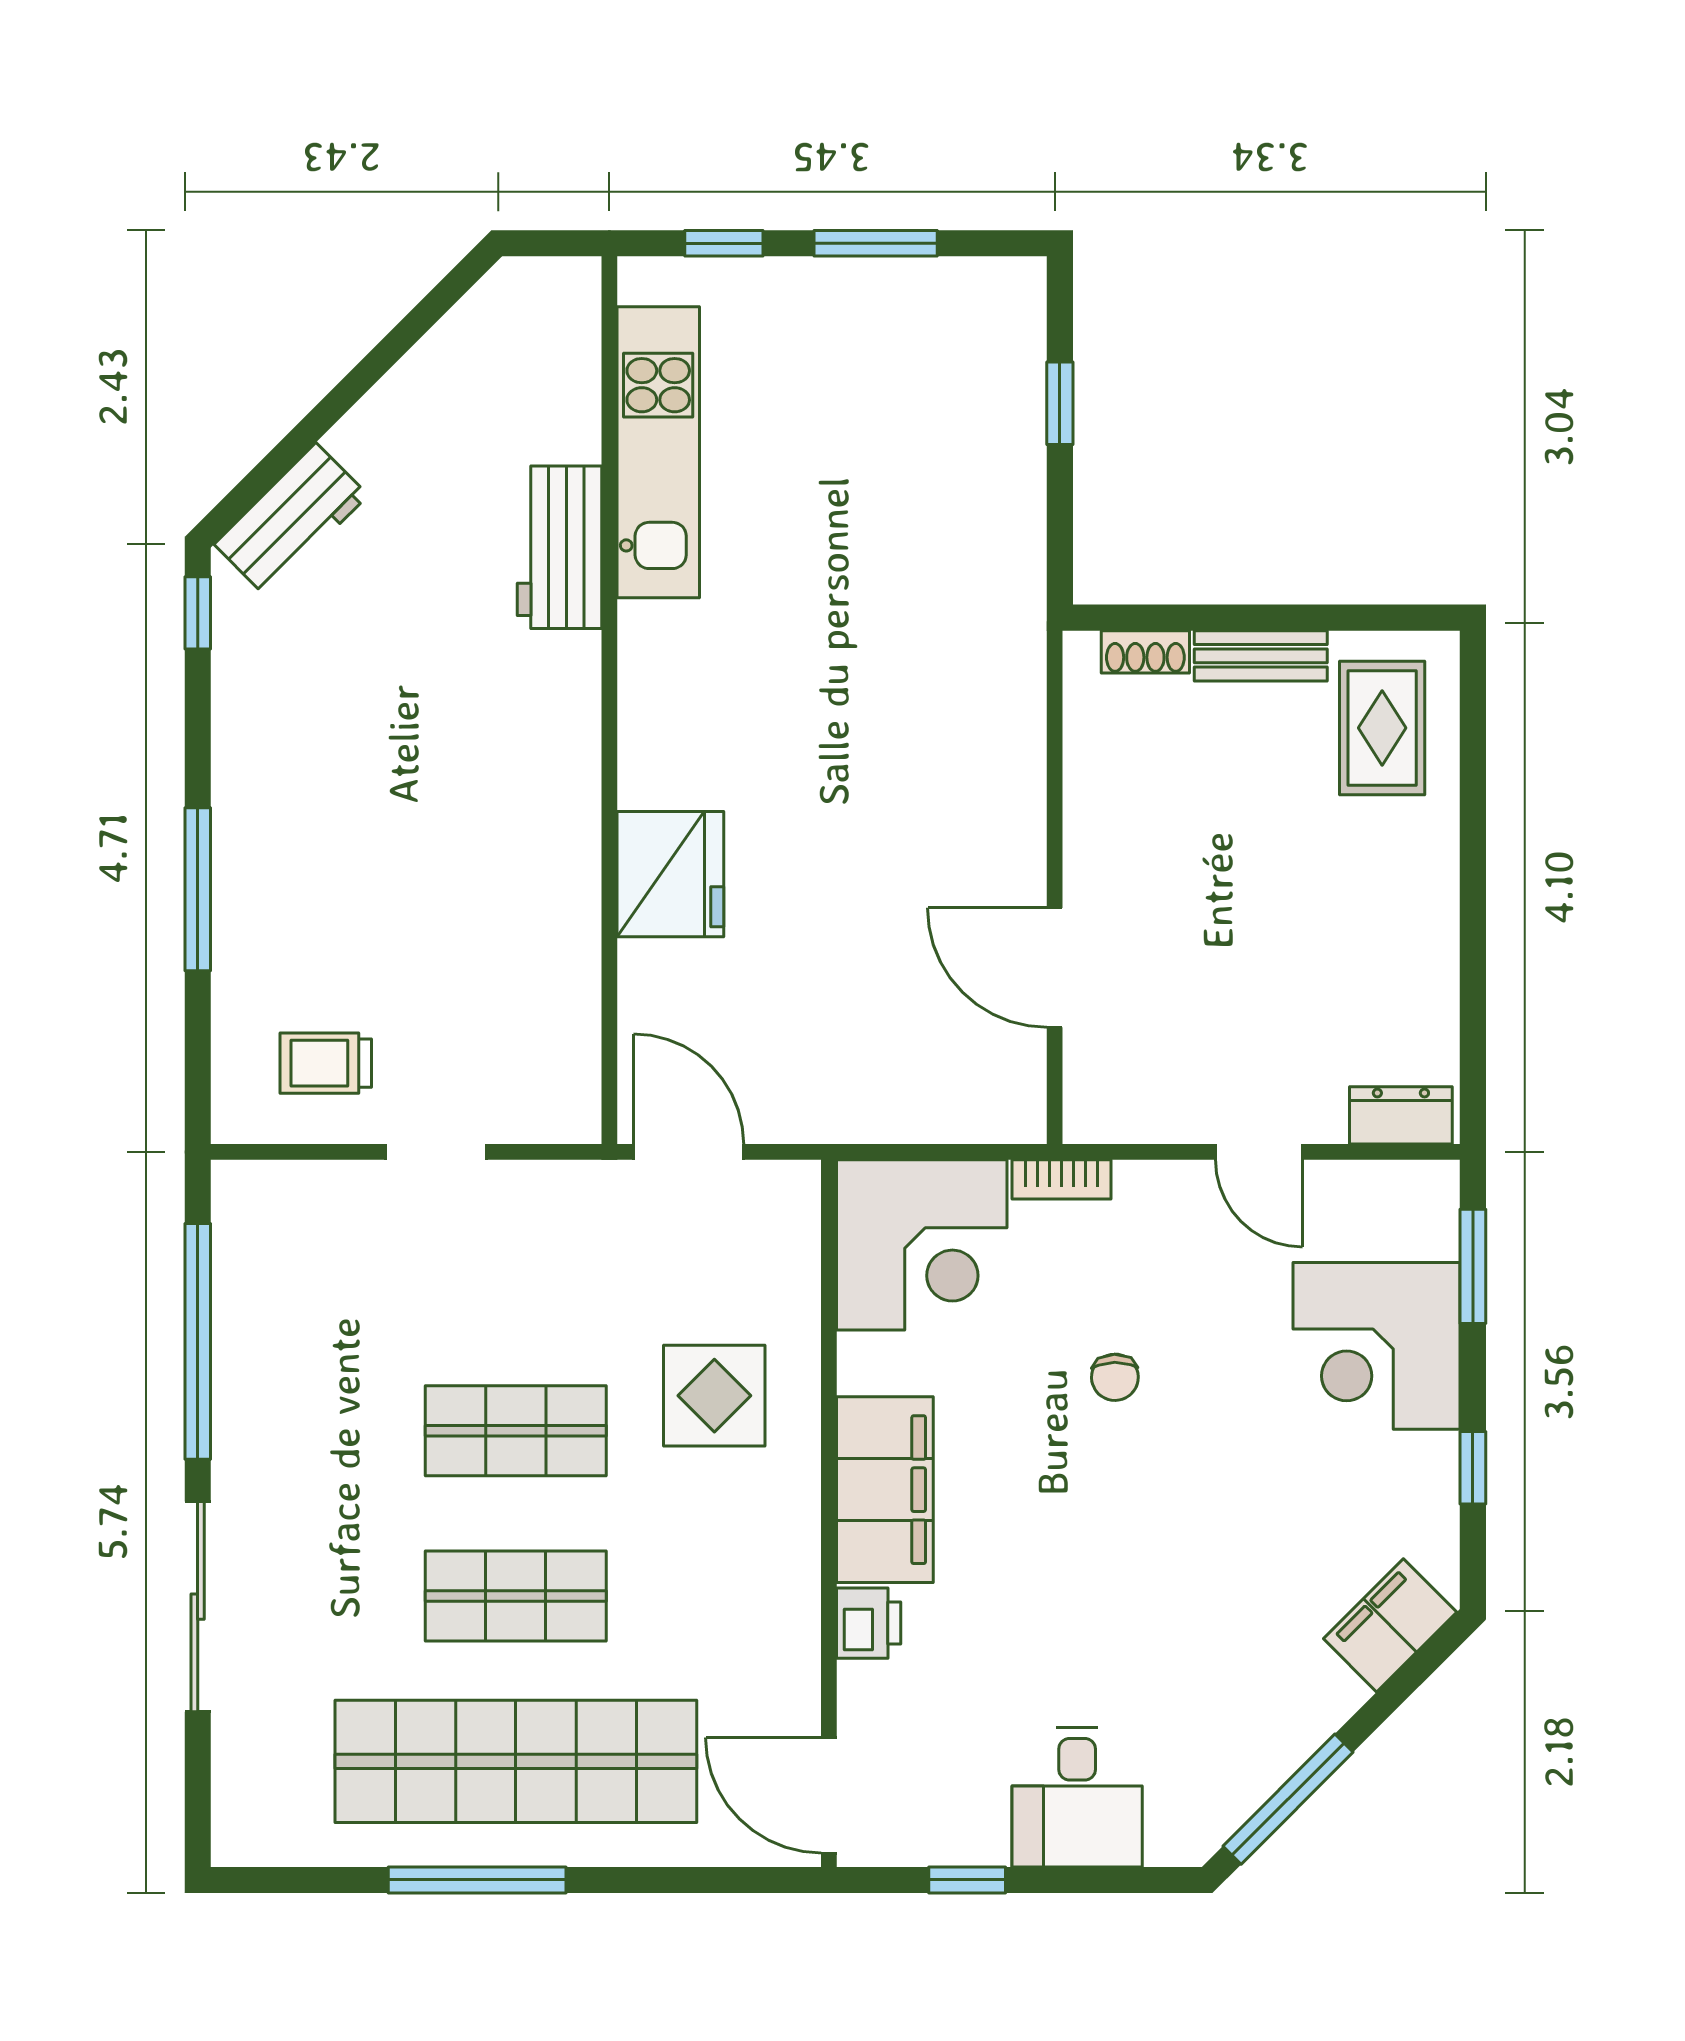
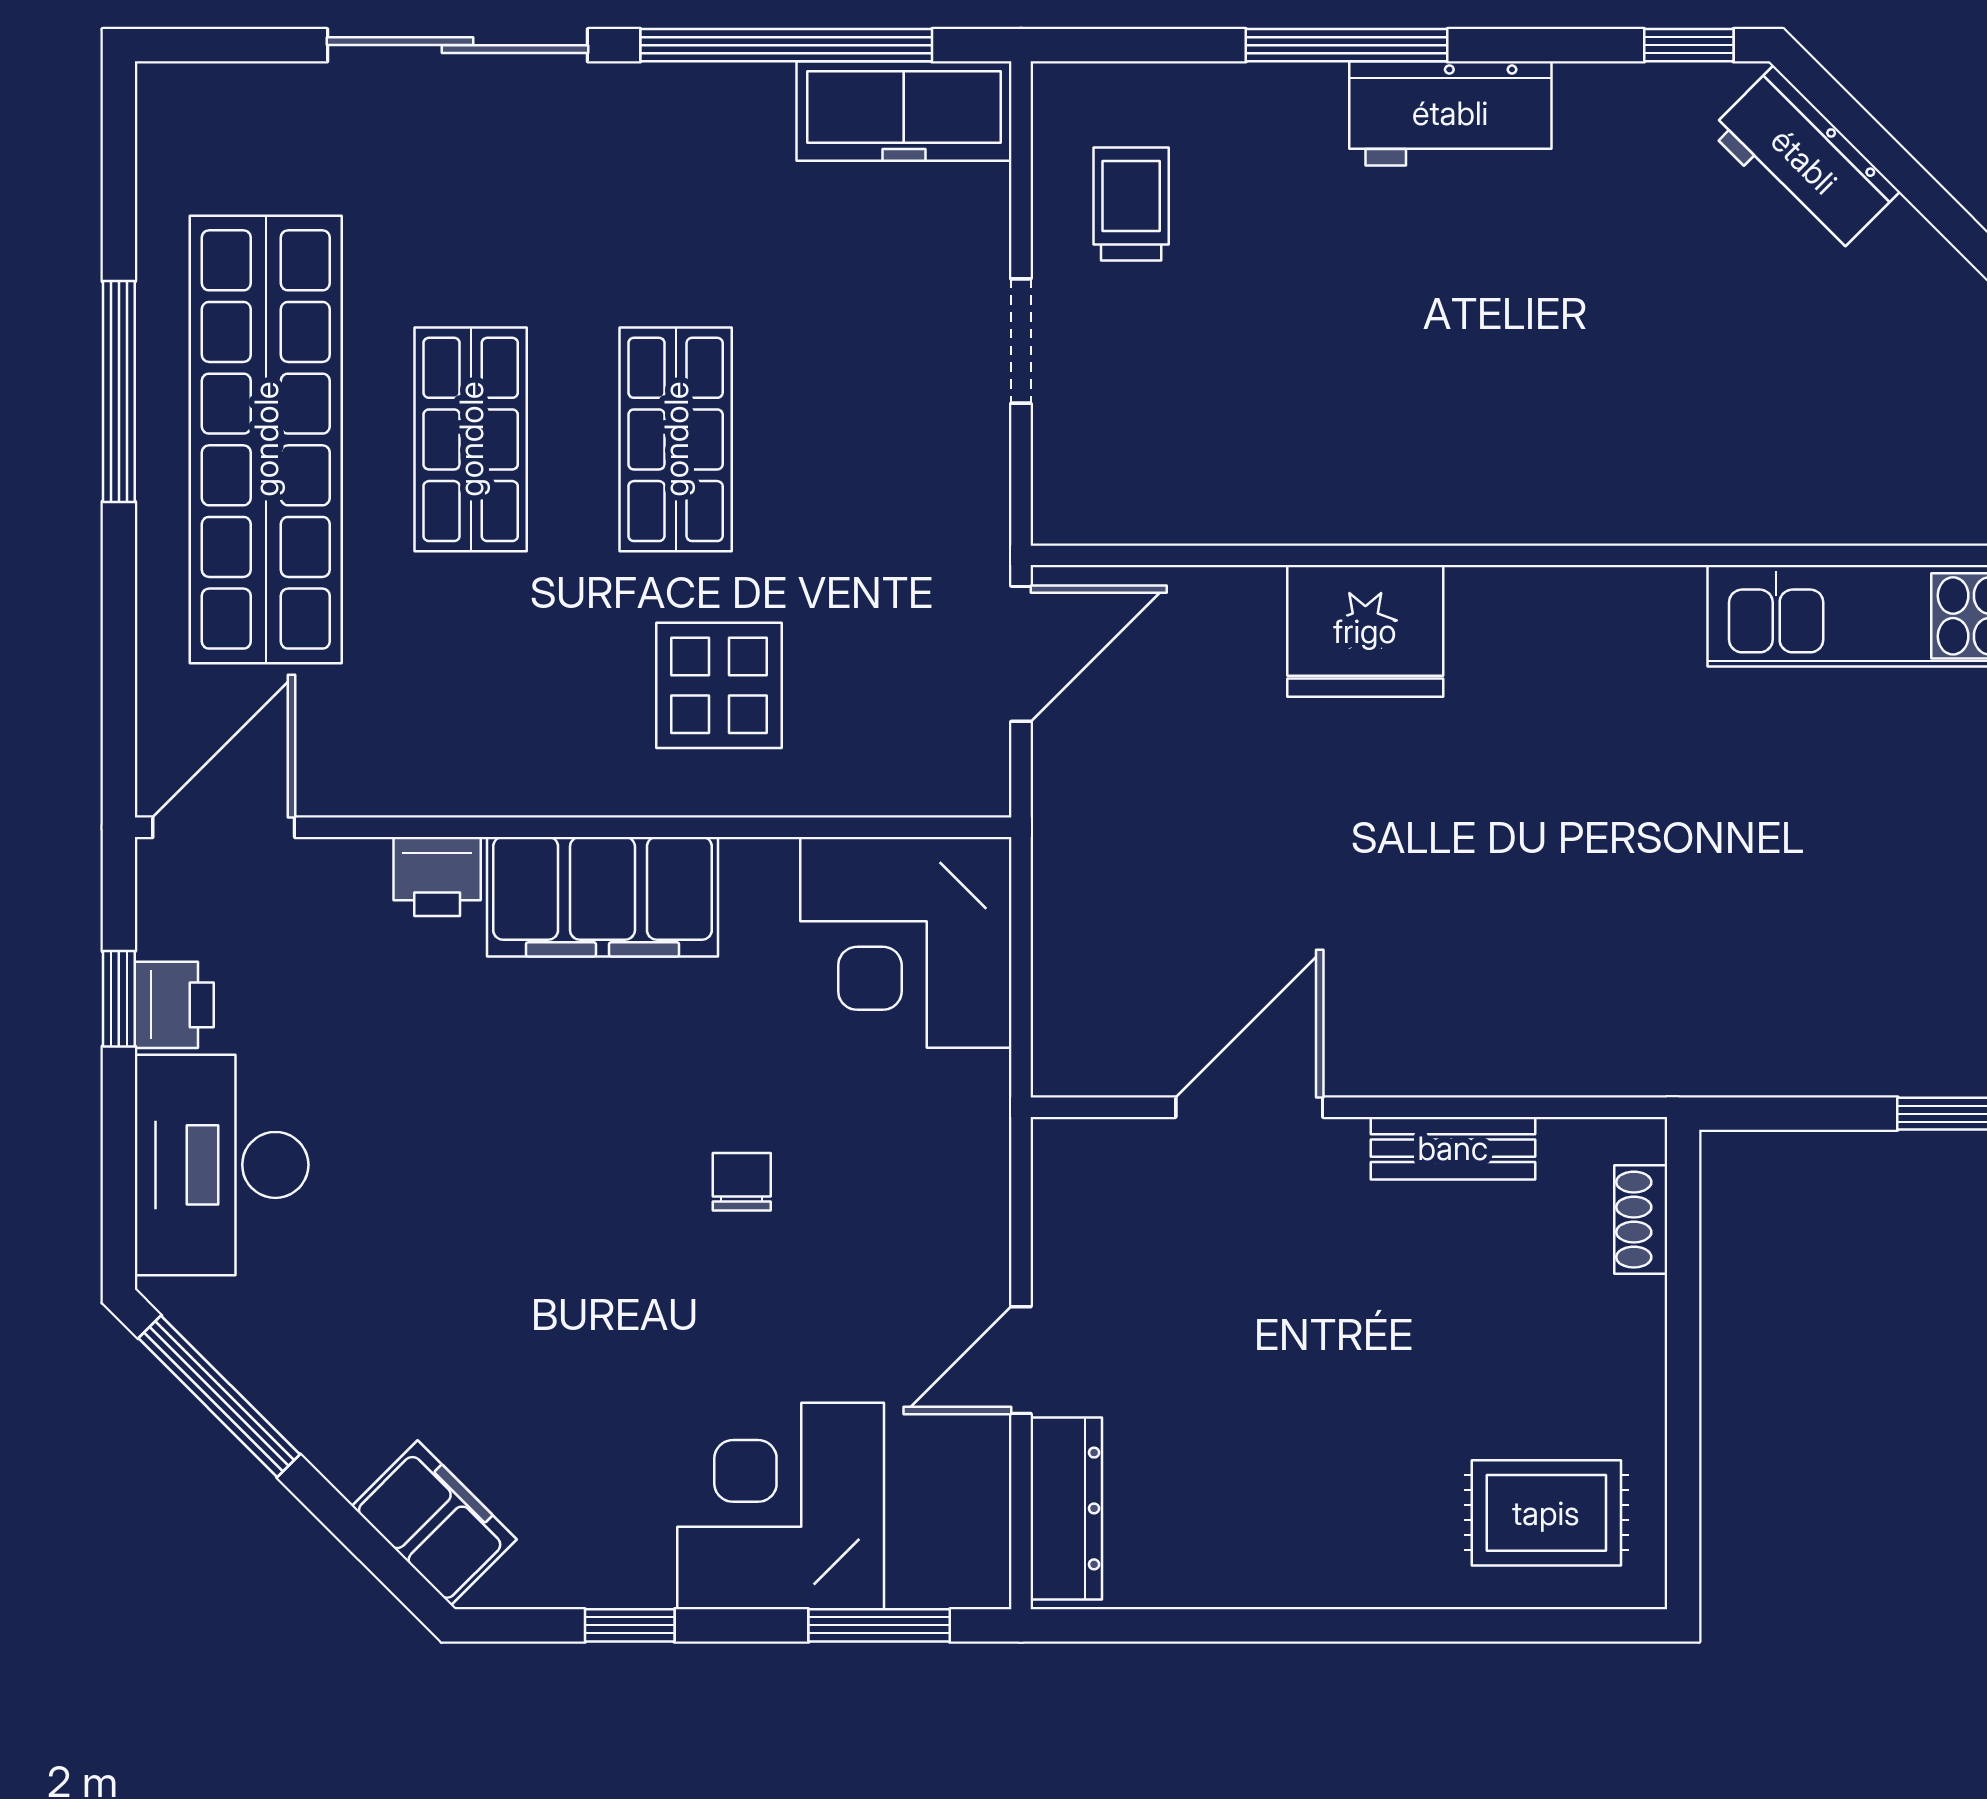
workbench: (560, 547) -> (1450, 113), moved, turned 180
bench: (1261, 656) -> (1453, 1148), moved, turned 90
dresser: (1401, 1115) -> (1066, 1508), width x1.44
bookcase: (1061, 1179) -> (987, 1116), removed
freezer: (251, 1246) -> (904, 111), added
chair: (1115, 1377) -> (742, 1182), turned 91
desk: (1077, 1797) -> (222, 1165), width x1.37
printer: (972, 1835) -> (174, 1005), added

